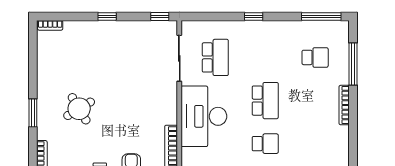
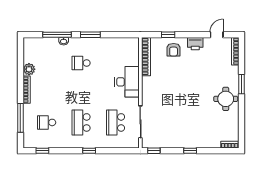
window: (321, 16) -> (42, 151), width x0.46
school desk: (265, 101) -> (81, 122), moved
round table: (79, 109) -> (226, 99), moved, turned 31
desk: (204, 116) -> (127, 82), width x0.73, depth x0.77
plant: (341, 135) -> (29, 69), added

